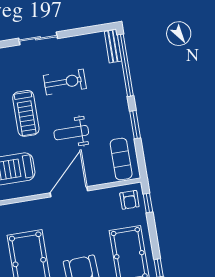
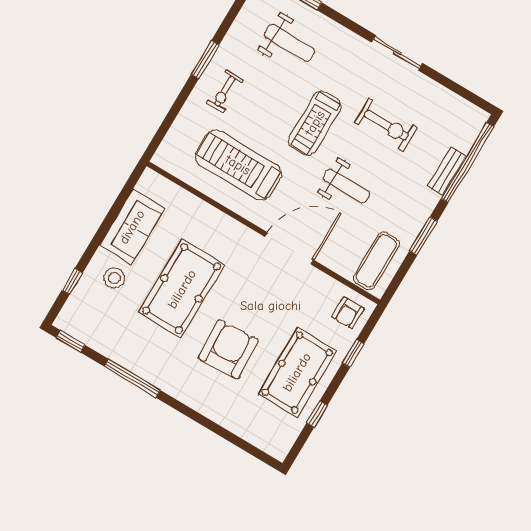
bench: (113, 46) -> (447, 171), moved
weight bench: (71, 133) -> (346, 186), turned 180
window: (148, 203) -> (353, 353), moved

